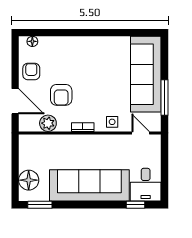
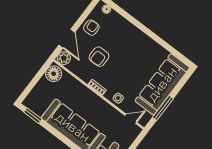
plant: (48, 123) -> (64, 58), moved
door: (141, 133) -> (131, 119), hinge flipped
floor lamp: (29, 180) -> (54, 74), moved

